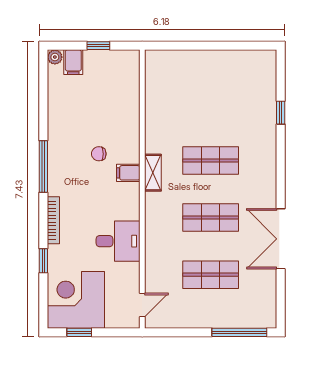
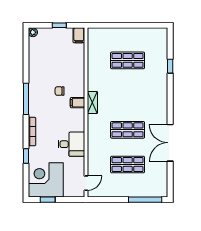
filing cabinet: (73, 62) -> (79, 35), moved
shop shelf: (211, 160) -> (128, 60), moved

